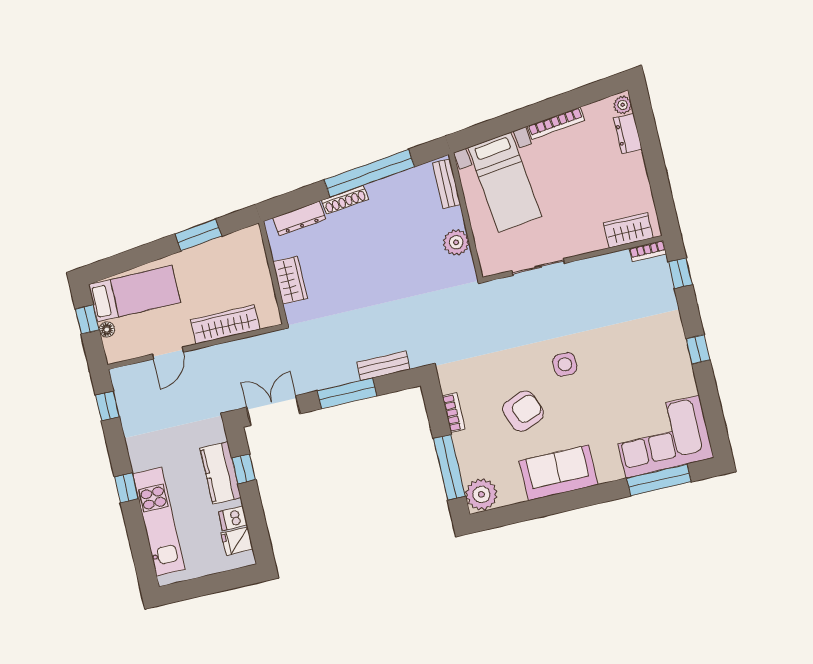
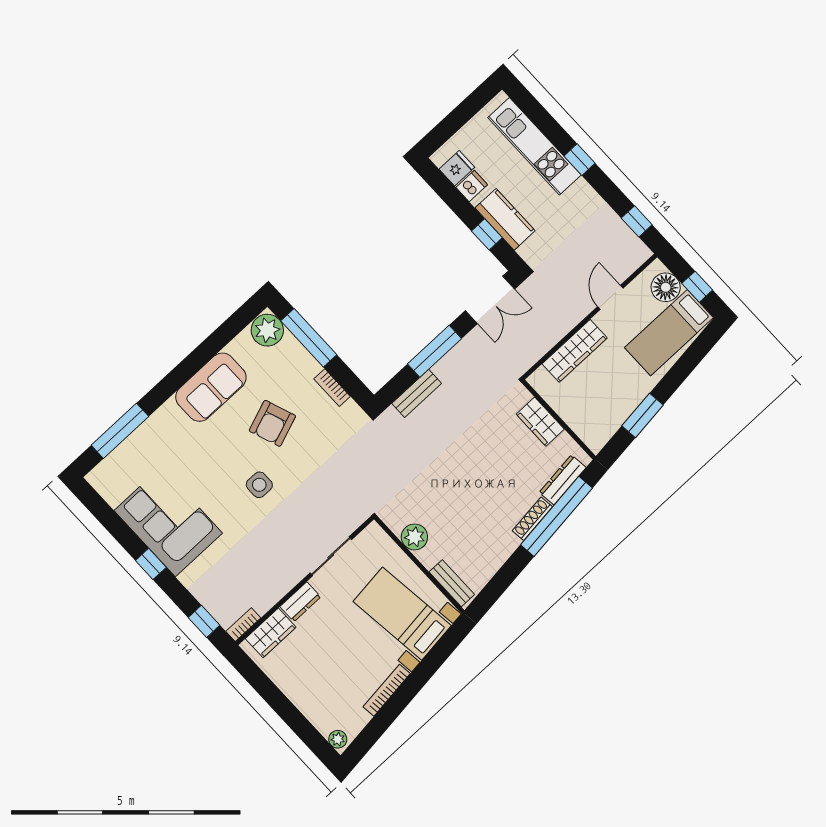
dresser: (628, 134) -> (300, 602), moved, turned 90
window: (369, 173) -> (556, 516), moved
floor lamp: (107, 330) -> (666, 287), width x1.89, depth x1.89
corner sofa: (663, 437) -> (168, 522), moved, turned -90

